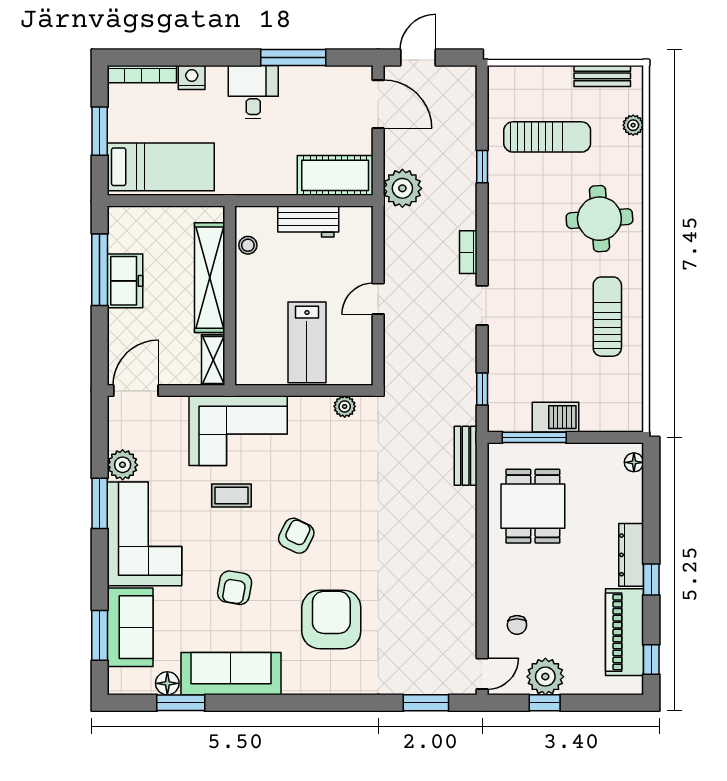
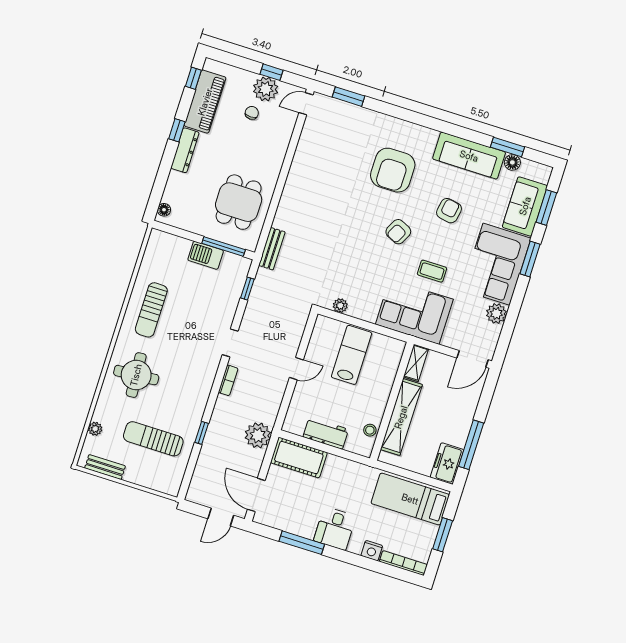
freezer: (125, 281) -> (447, 463), moved
window: (100, 503) -> (530, 259), moved
chair: (517, 625) -> (252, 113), moved

